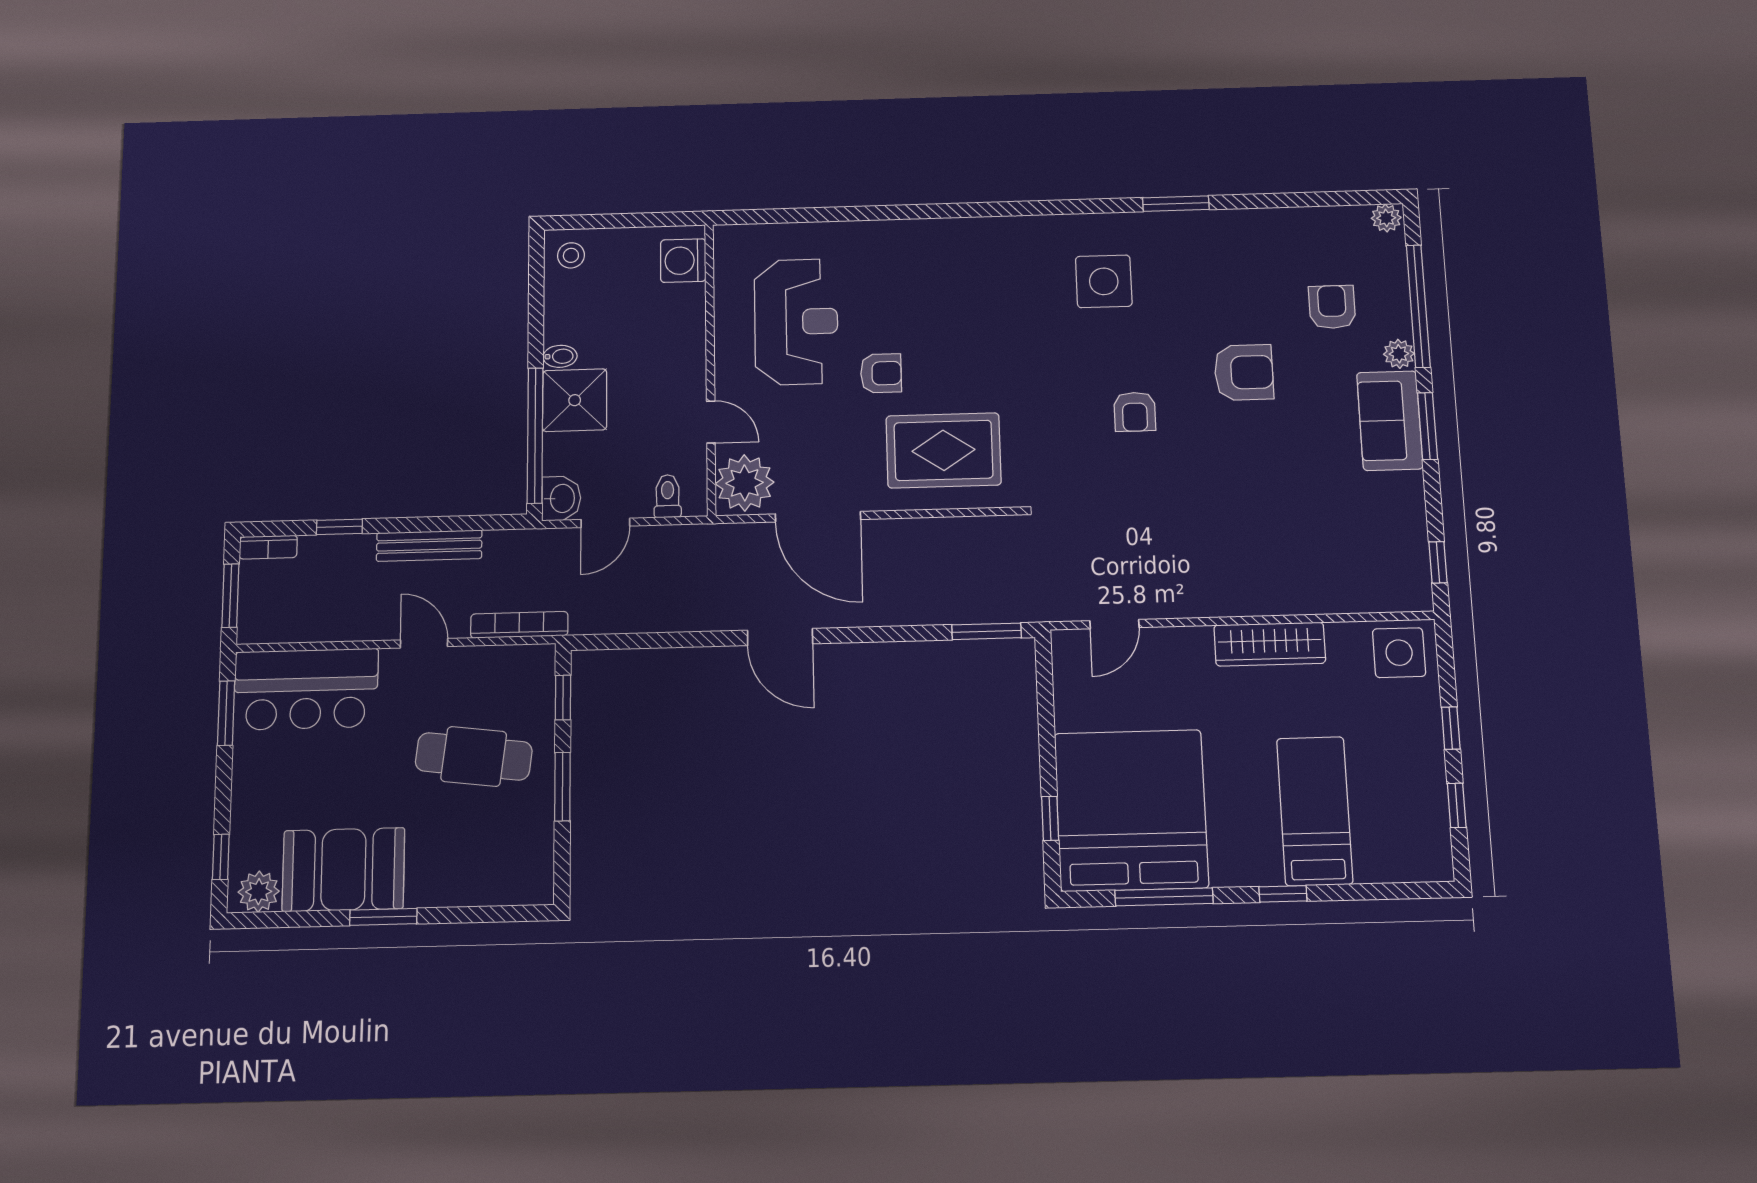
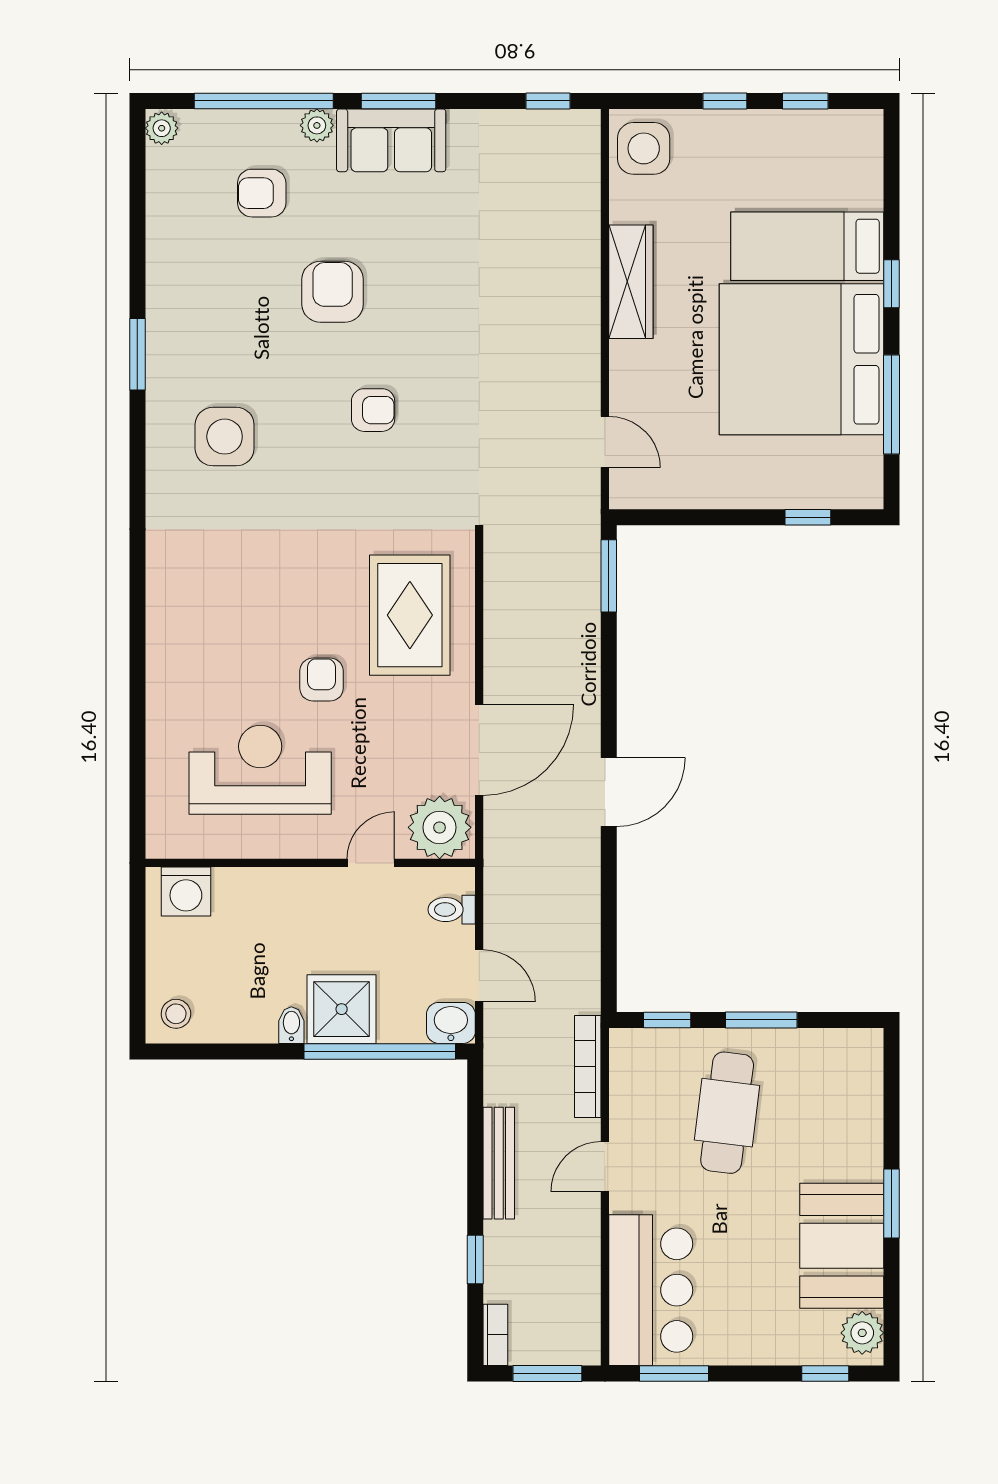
bed: (1131, 810) -> (802, 359), moved

